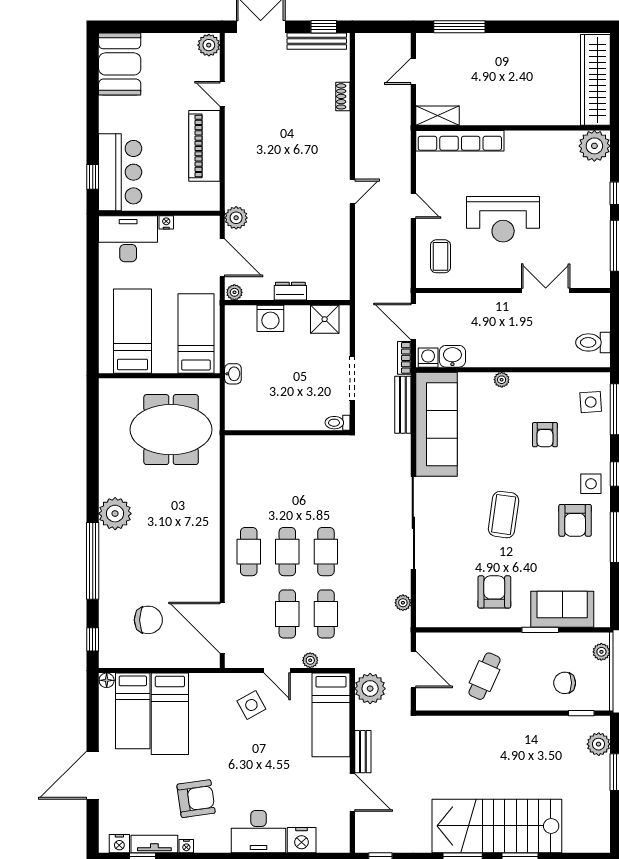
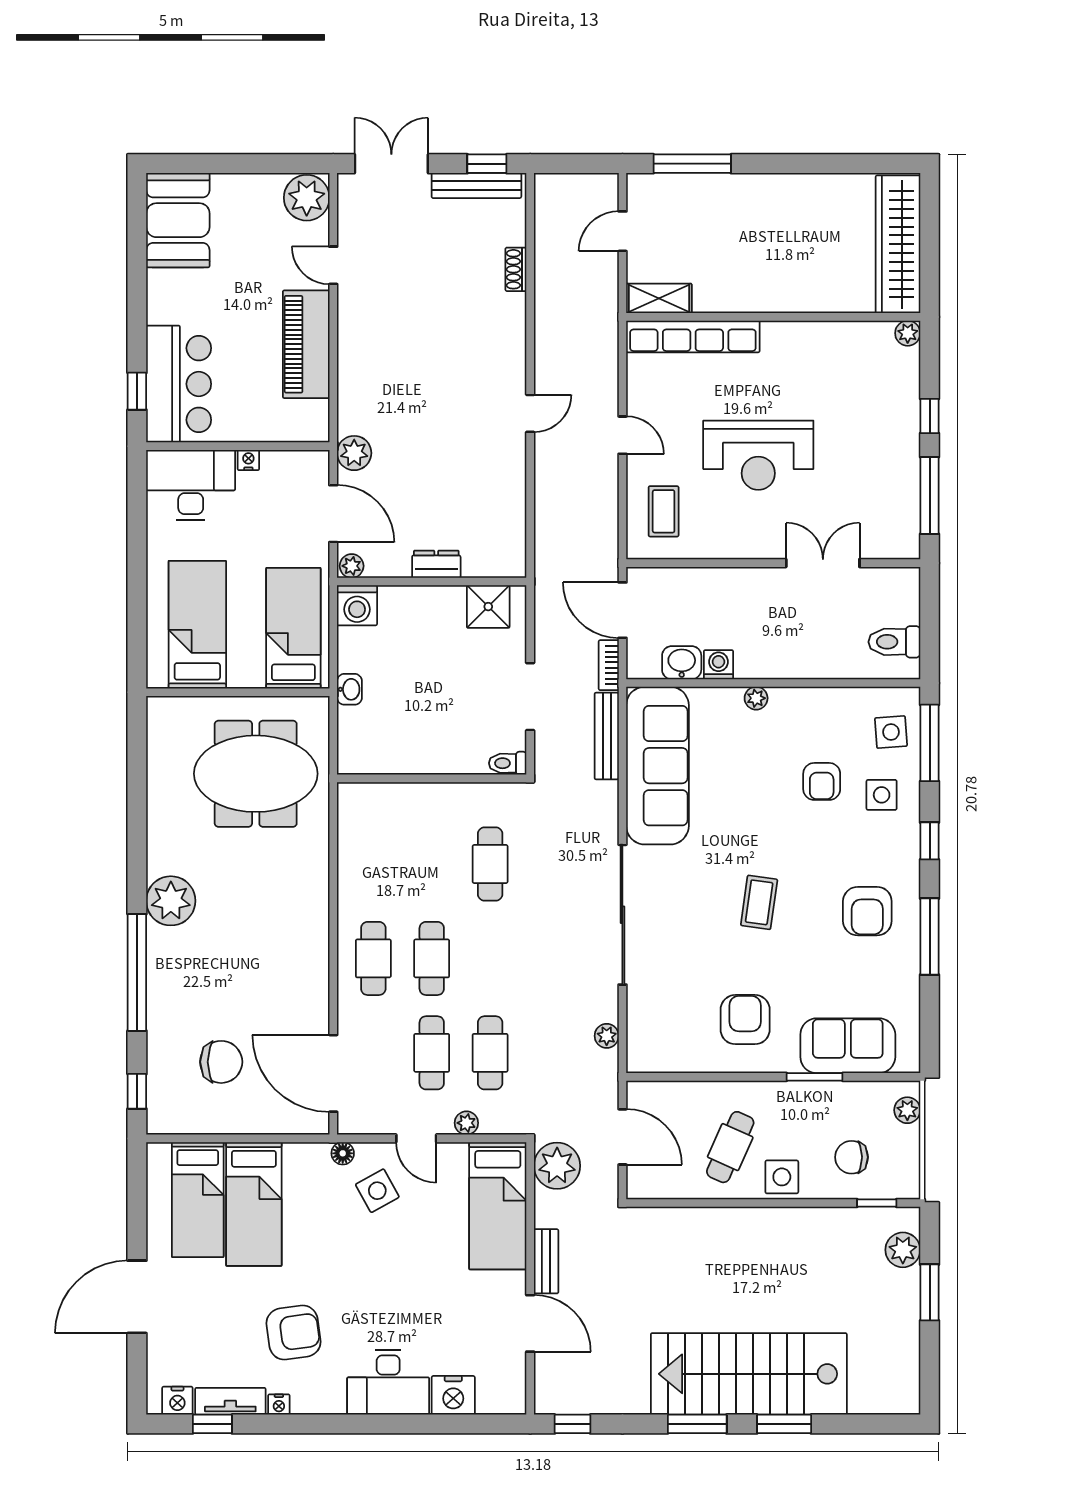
plant: (209, 45) -> (307, 198), width x1.36, depth x1.36
plant: (594, 146) -> (908, 333), width x0.53, depth x0.53
washing machine: (270, 318) -> (357, 605), moved
washing machine: (428, 358) -> (718, 665), moved
side table: (591, 484) -> (882, 795), moved
coffee table: (504, 515) -> (759, 902), width x0.73, depth x0.77
cafe table: (326, 552) -> (490, 864), moved
floor lamp: (107, 680) -> (343, 1153), moved
side table: (519, 696) -> (782, 1177), added

